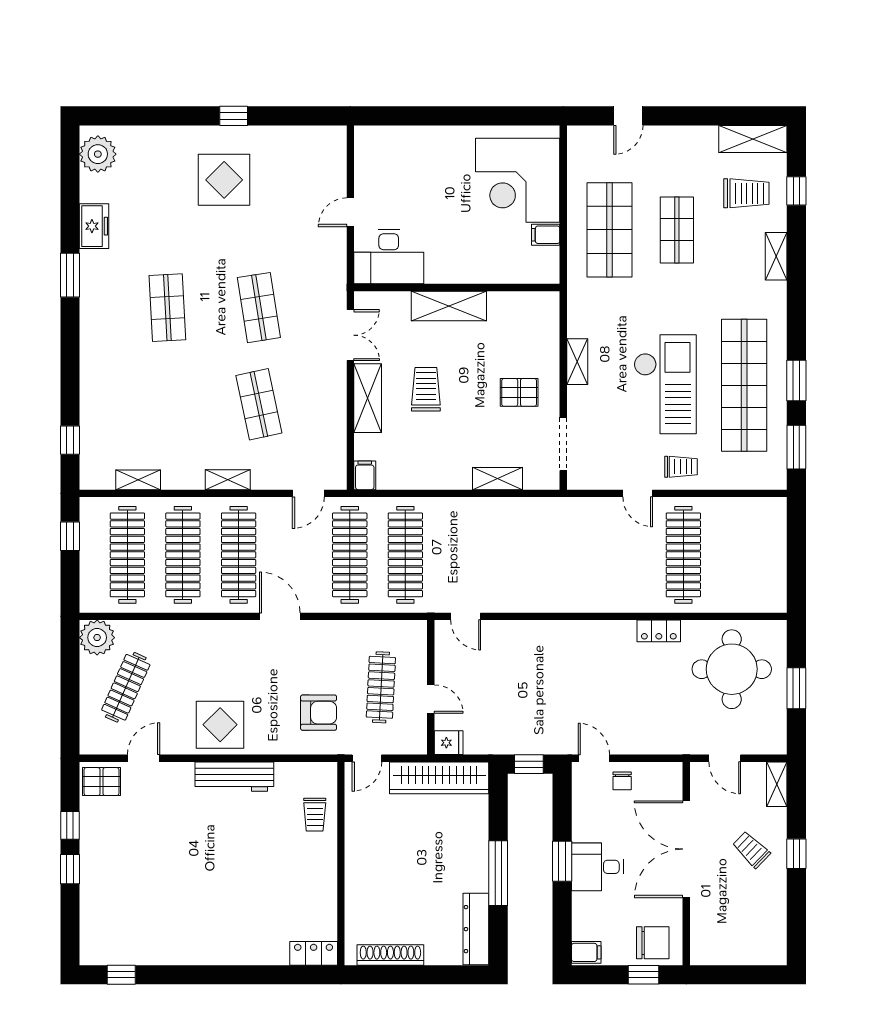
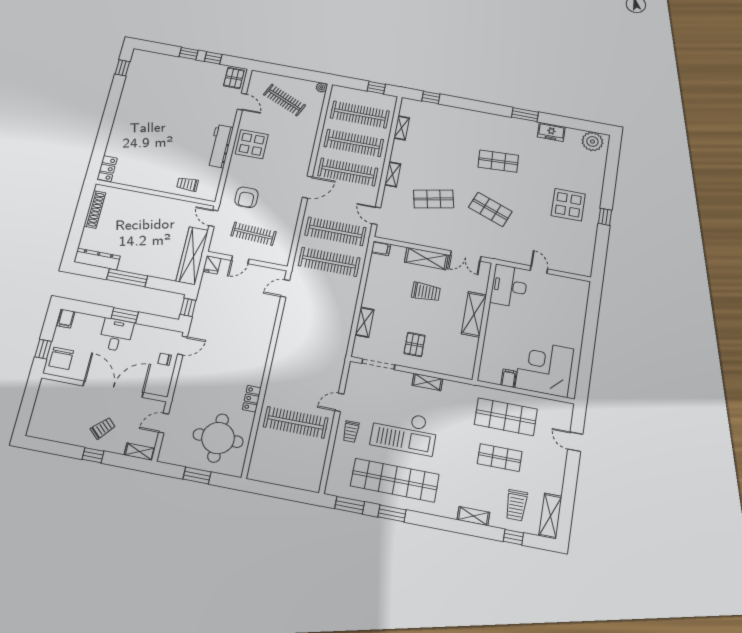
shop shelf: (259, 308) -> (490, 209), turned 30
plant: (97, 638) -> (322, 87), width x0.53, depth x0.53

